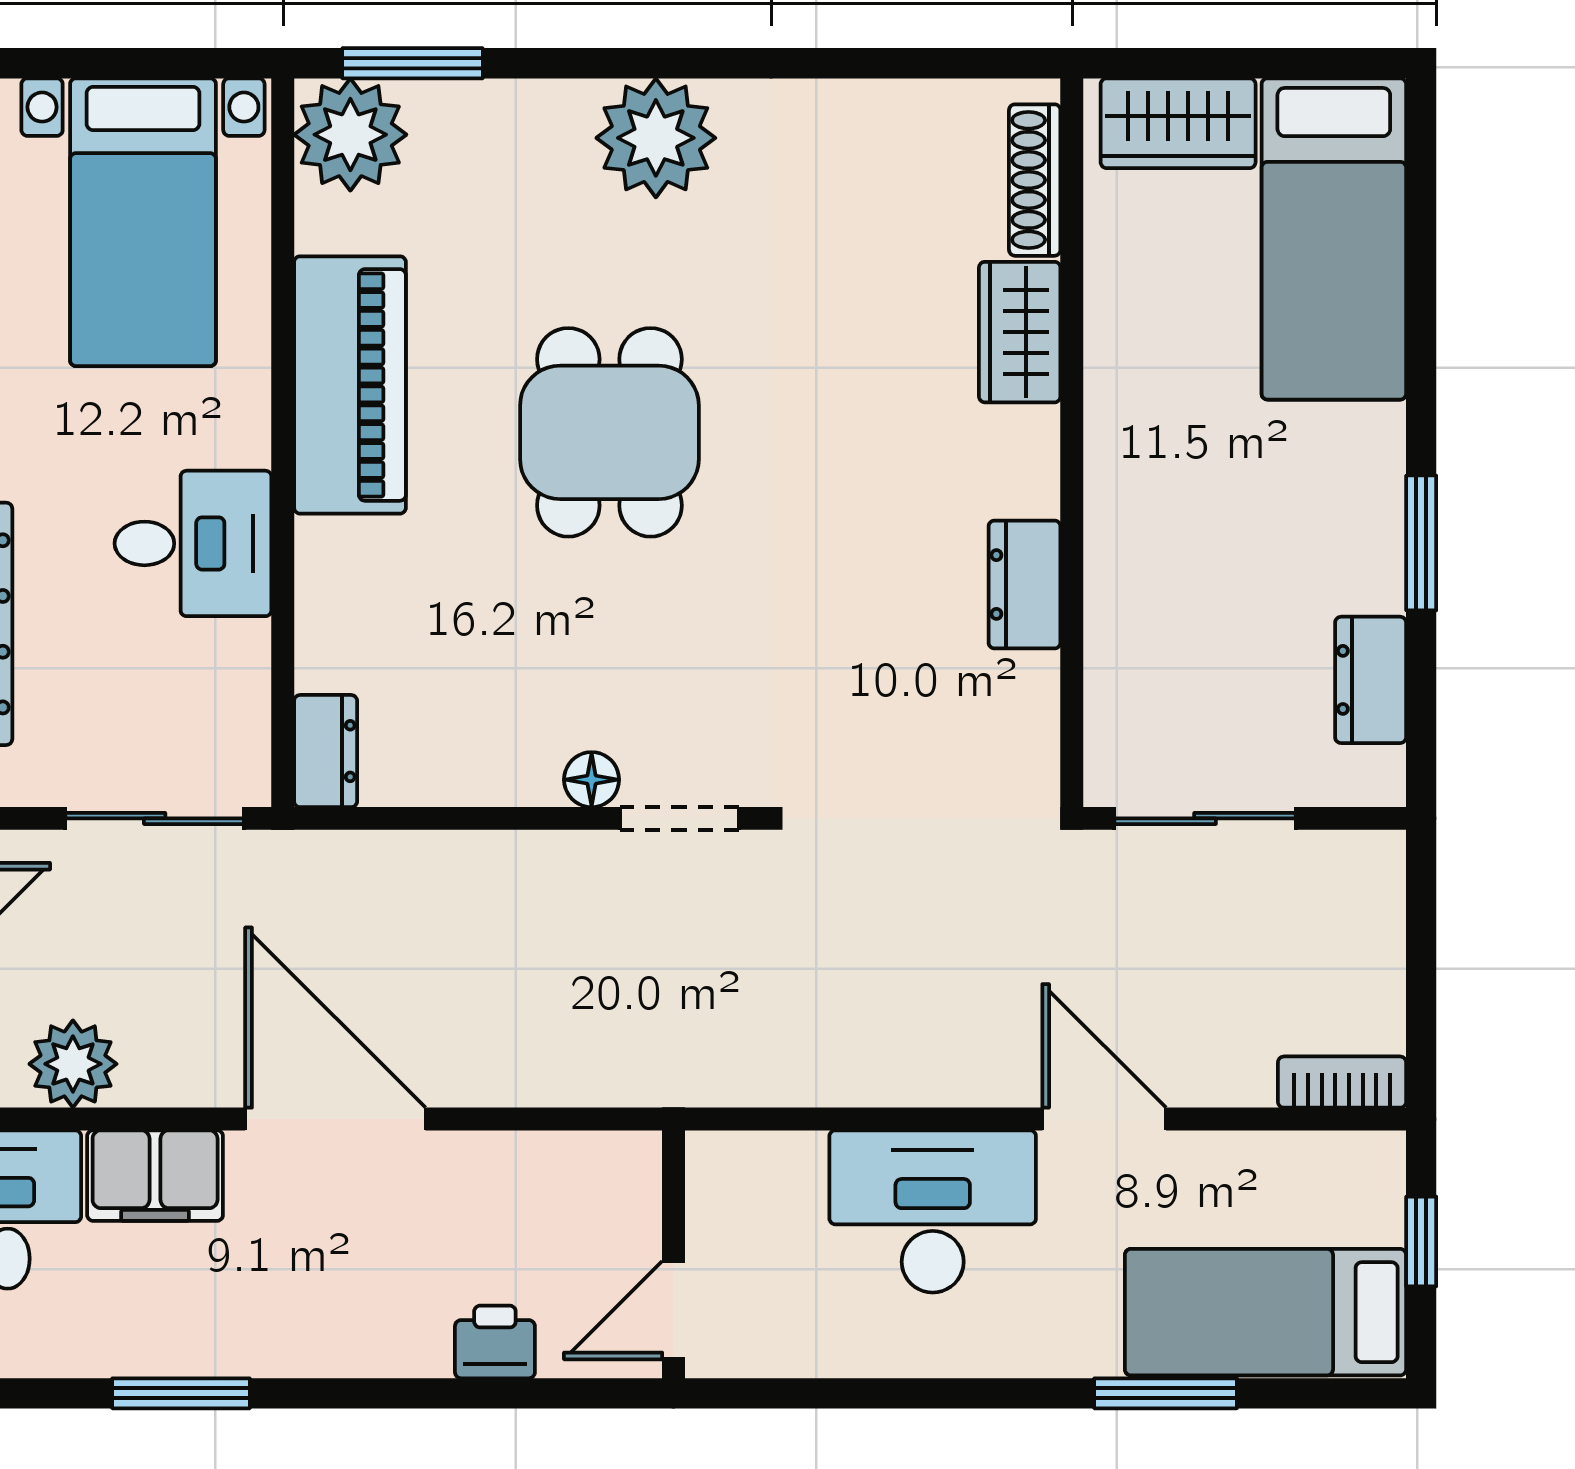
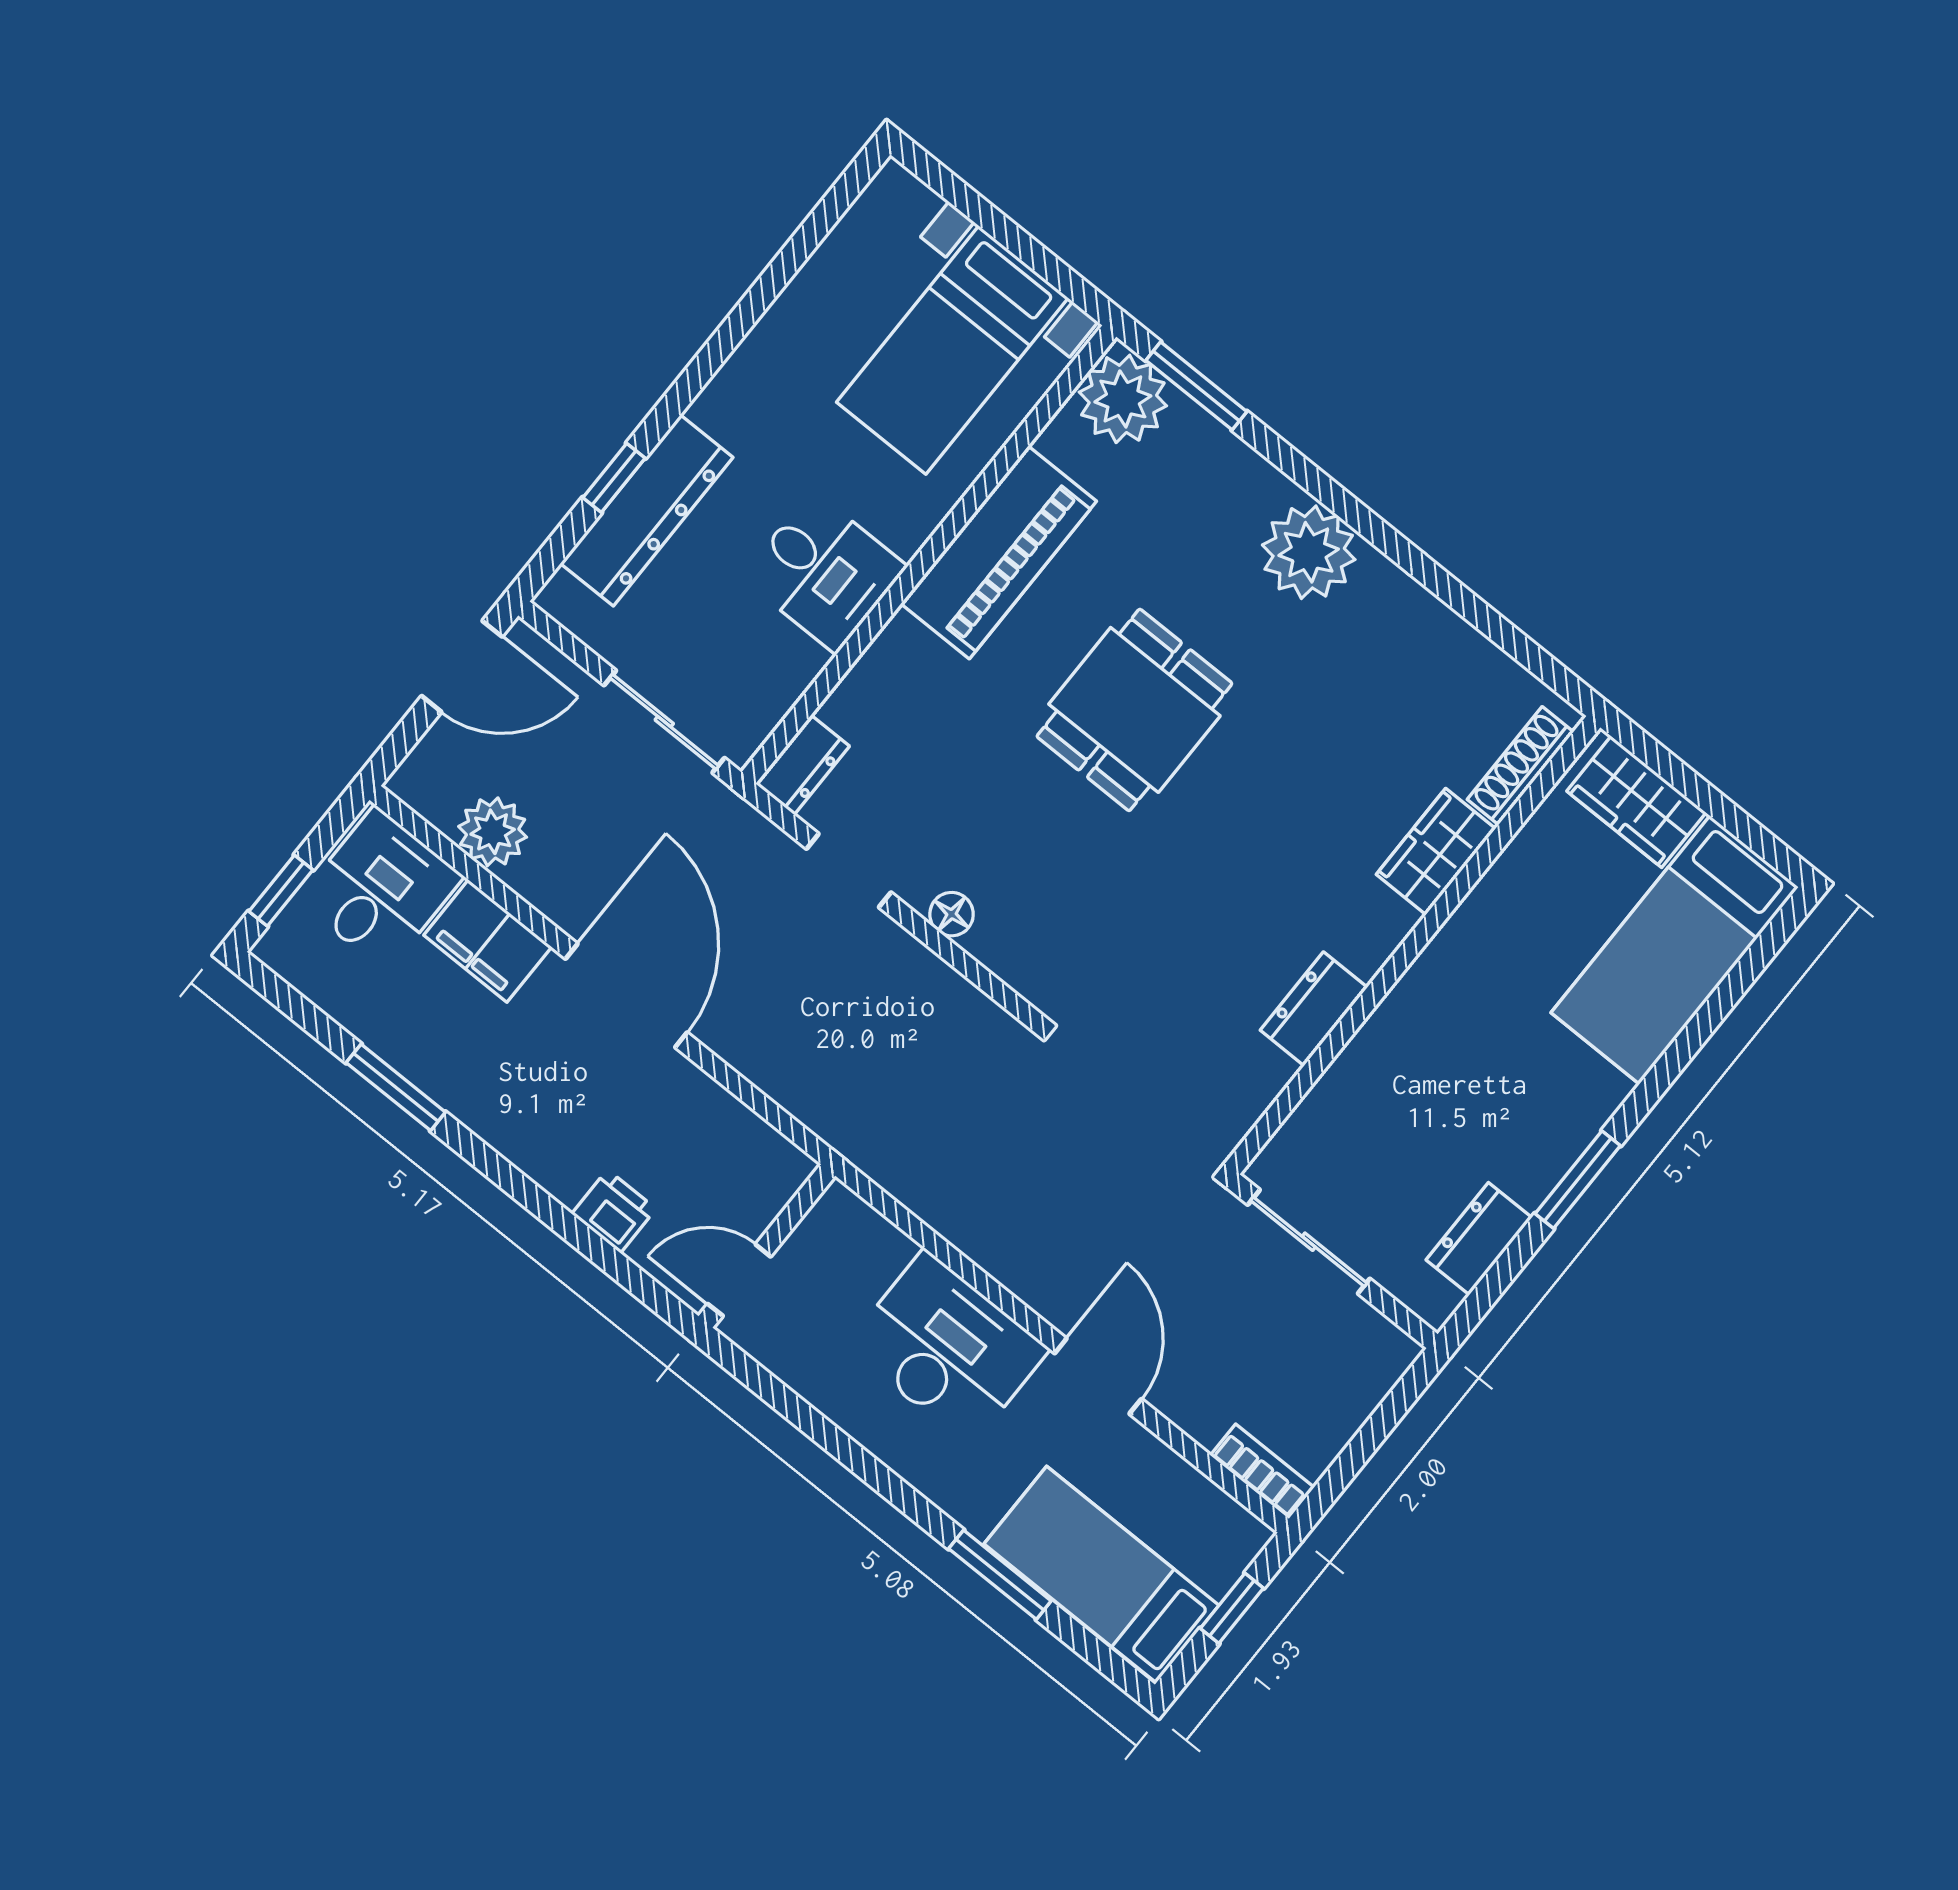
doorway: (679, 818) -> (849, 871), moved

